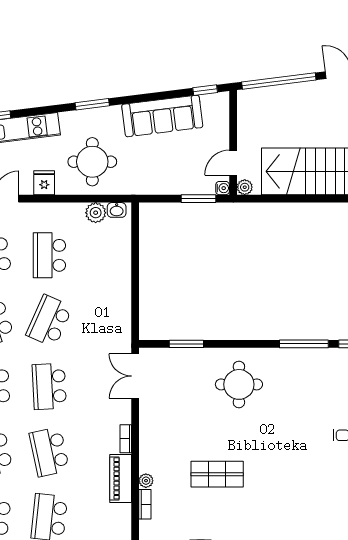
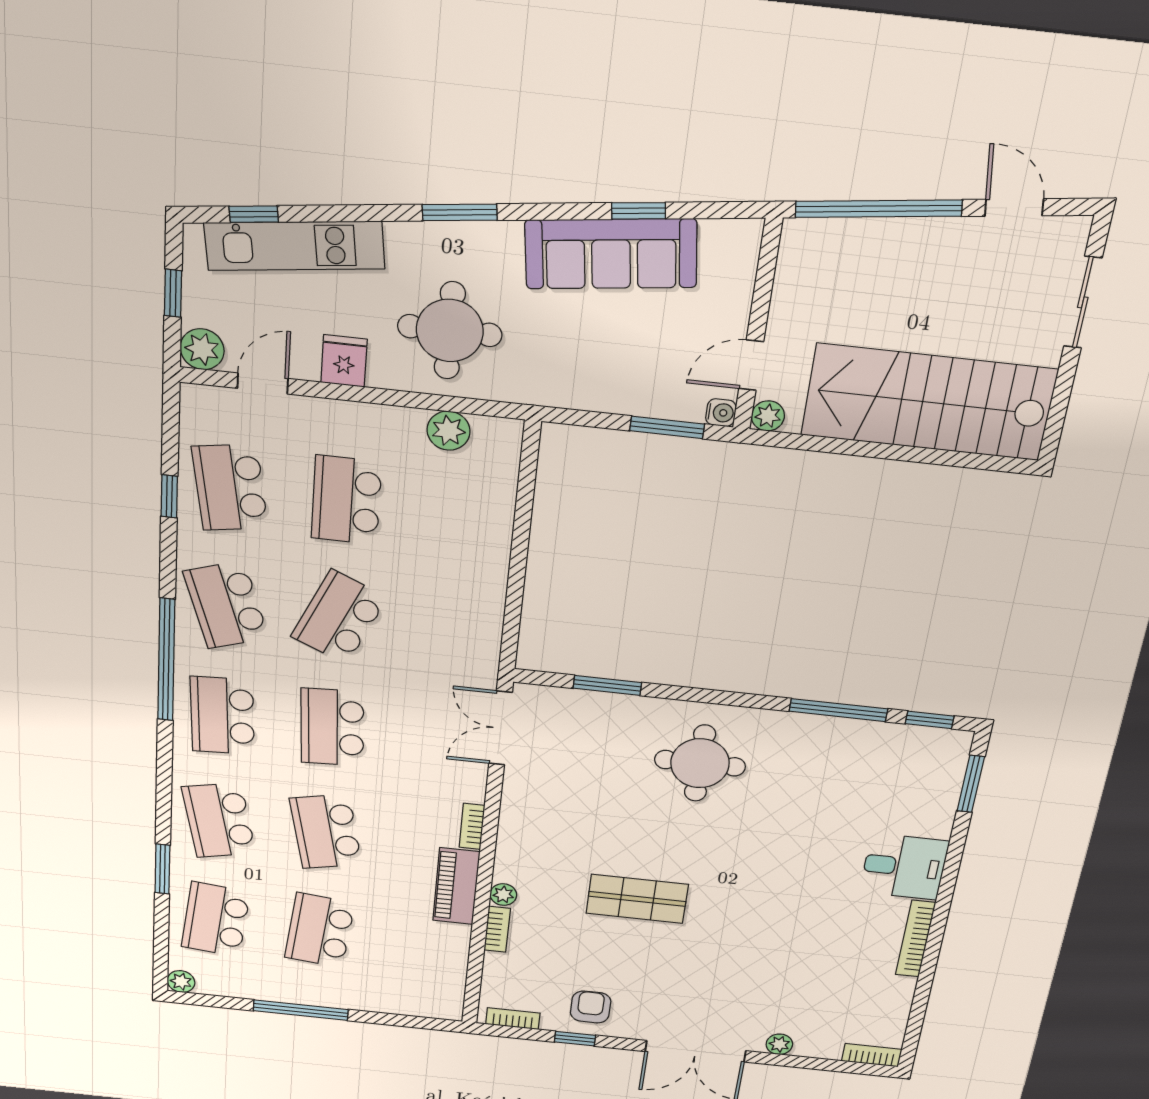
window: (205, 90) -> (639, 211), moved
washbasin: (117, 210) -> (493, 430), removed

